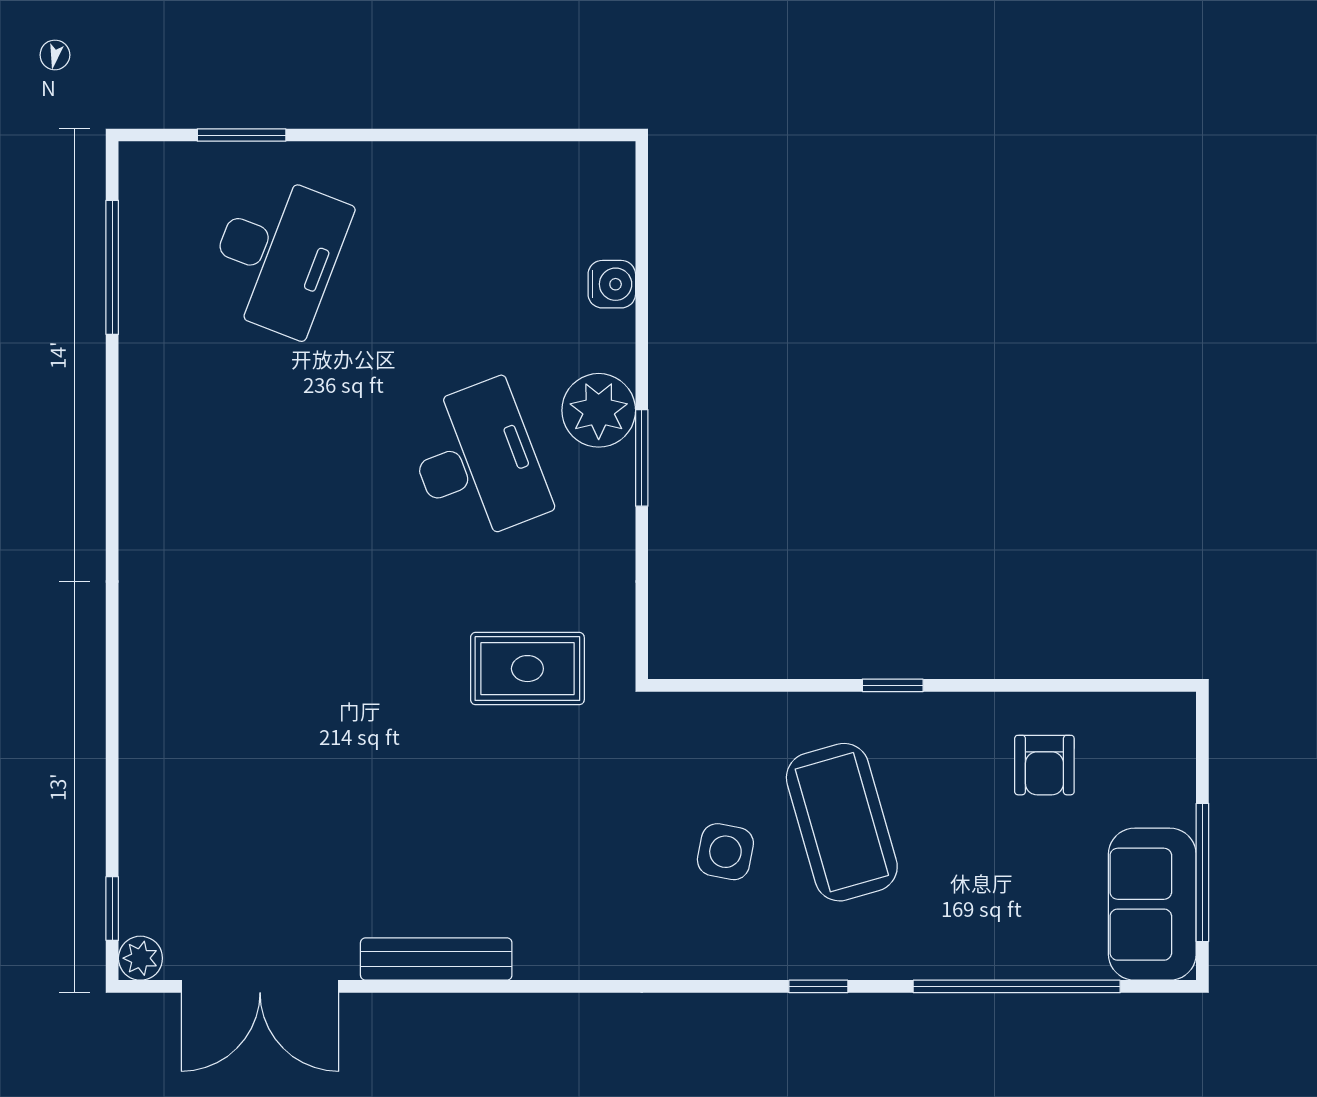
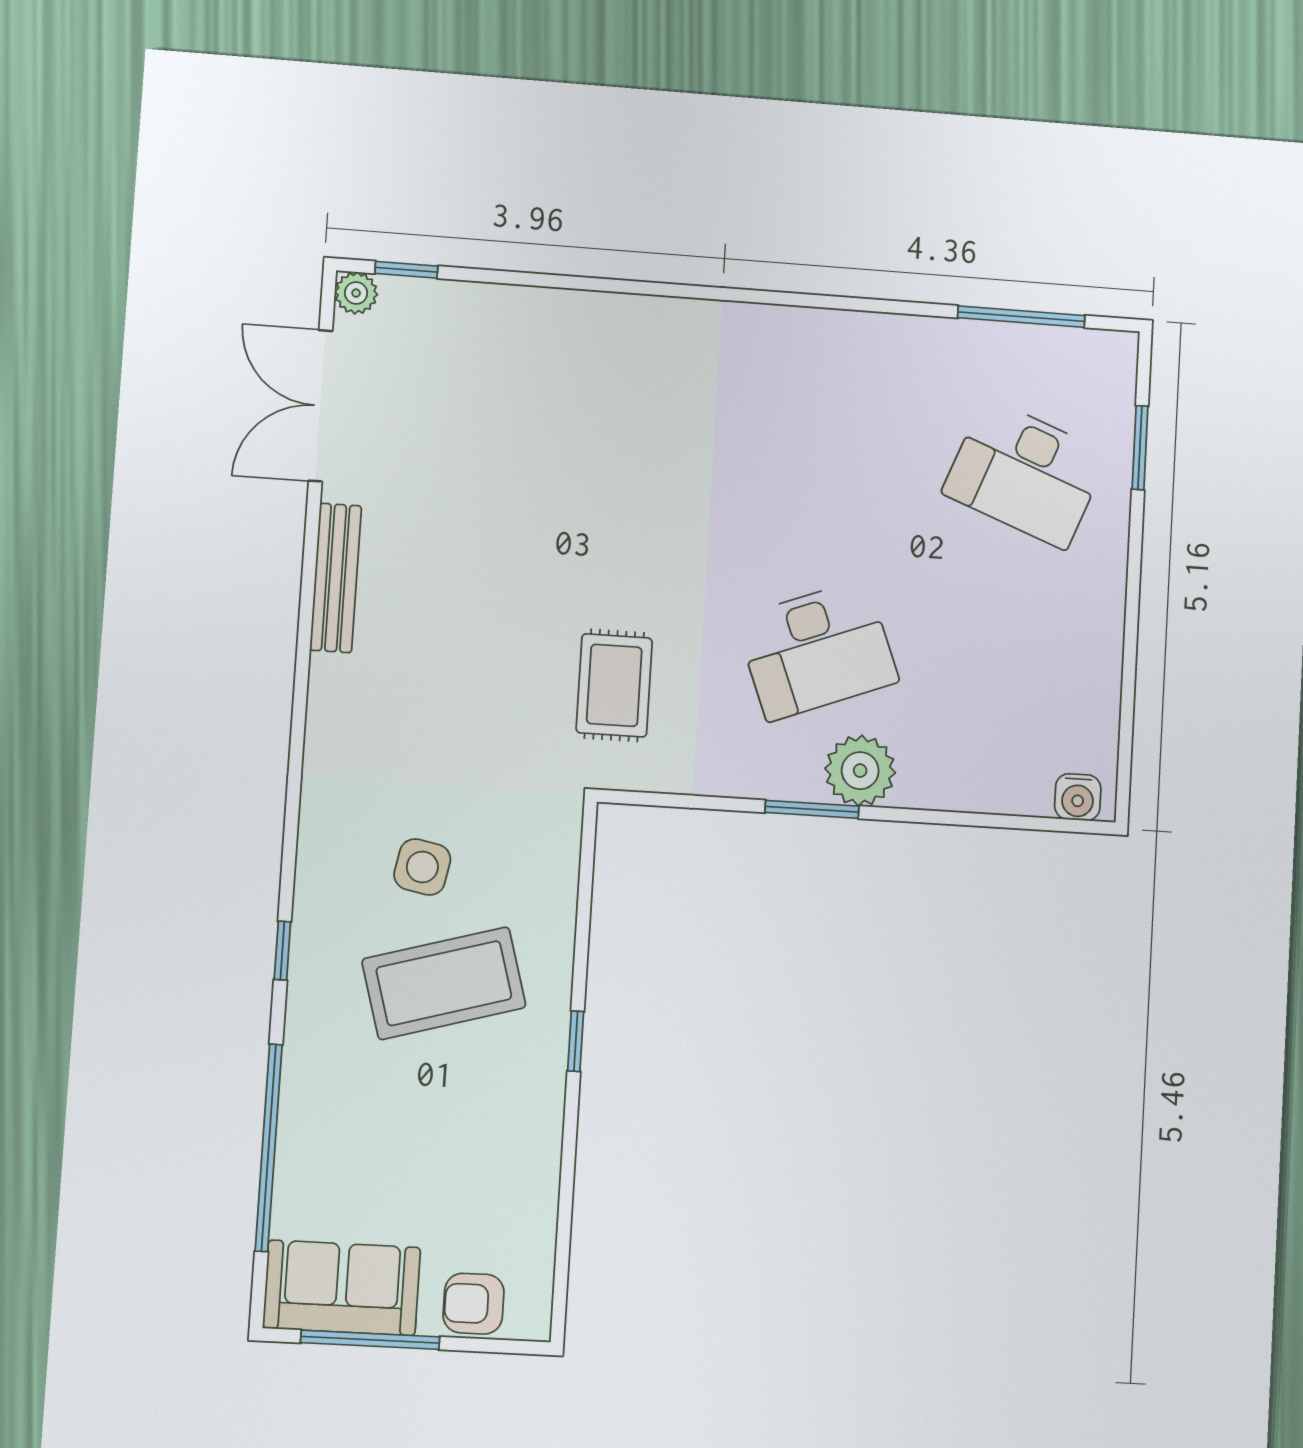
water cooler: (612, 284) -> (1078, 797), moved
armchair: (1044, 765) -> (474, 1304), moved

